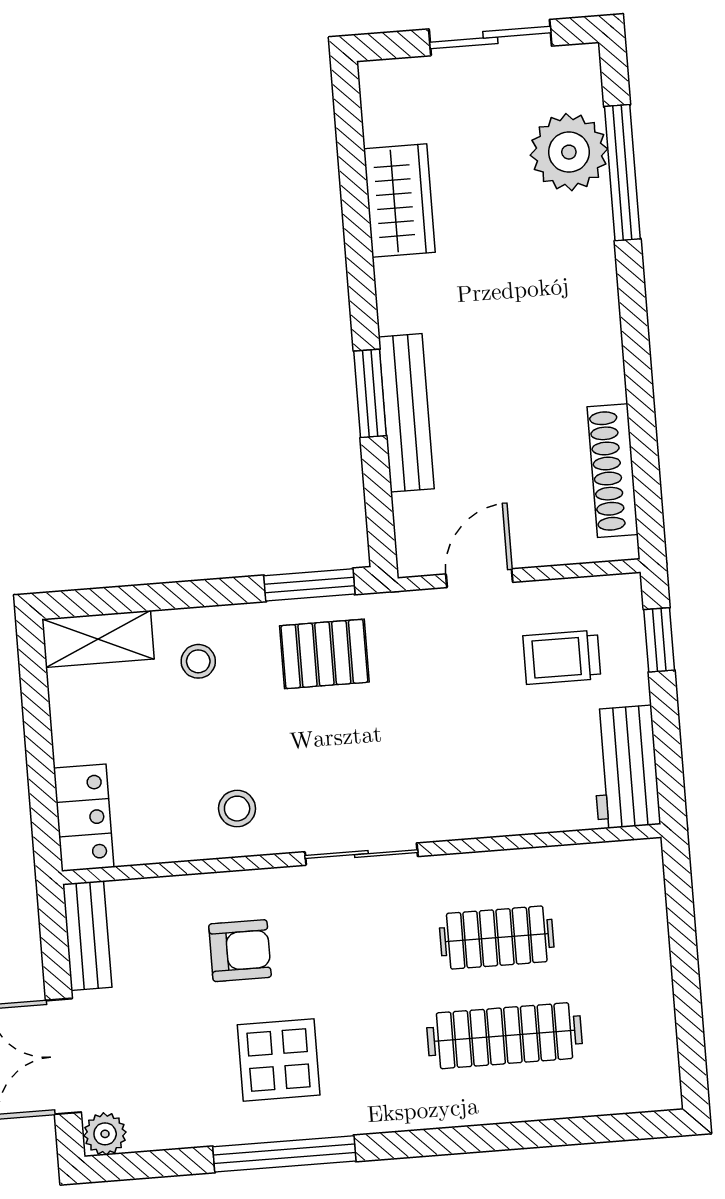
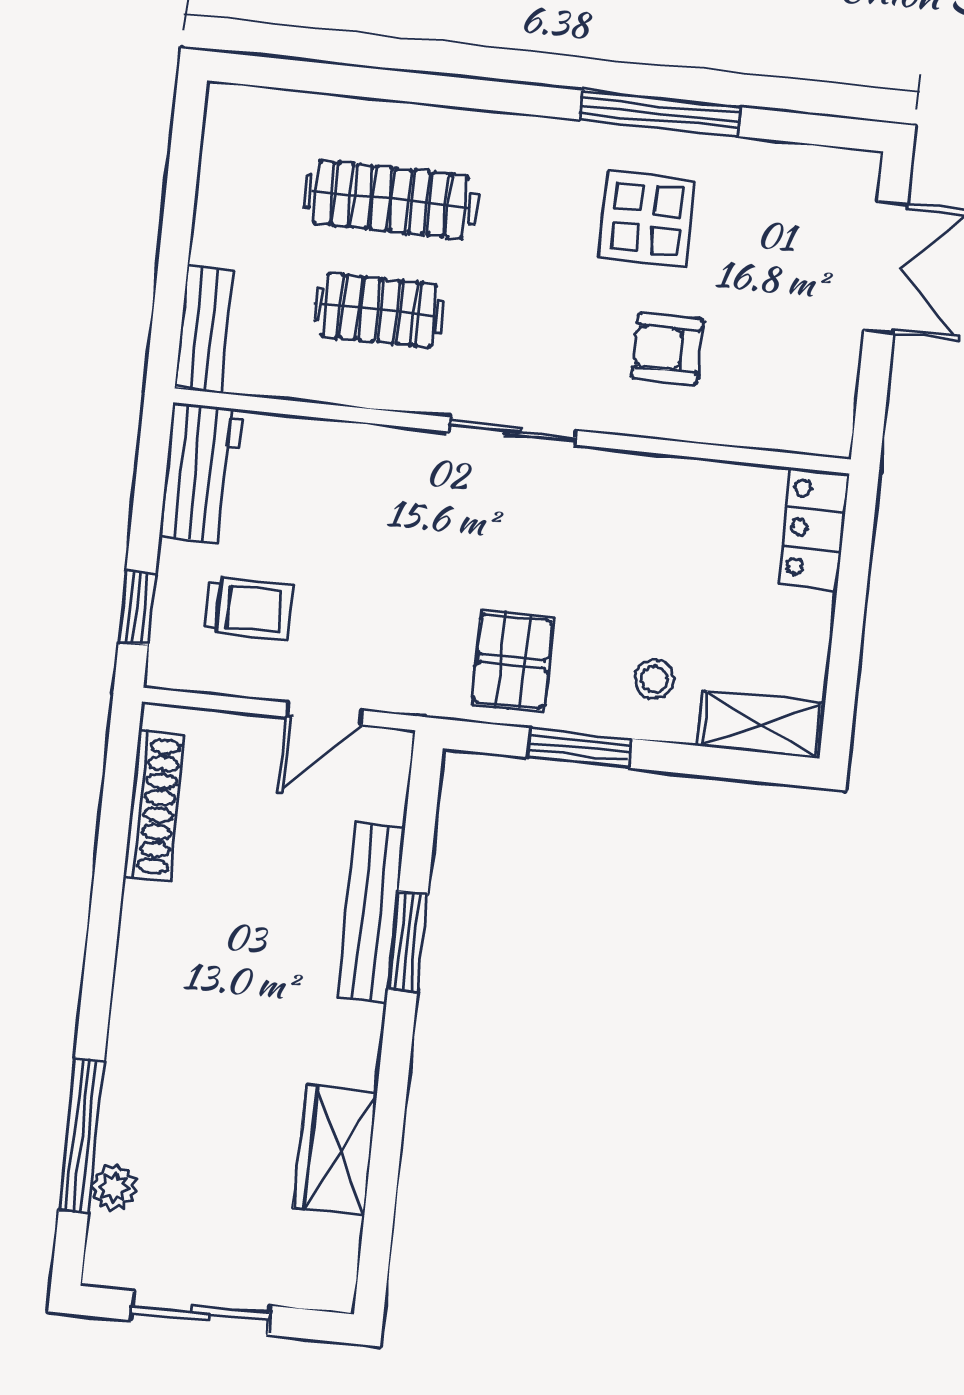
plant: (569, 152) -> (114, 1188), width x0.53, depth x0.53
window: (309, 585) -> (579, 748), moved
pallet: (324, 654) -> (512, 661), turned 90
stool: (237, 809) -> (641, 507), removed
bench: (87, 936) -> (204, 328), moved
plant: (105, 1134) -> (855, 173), removed

